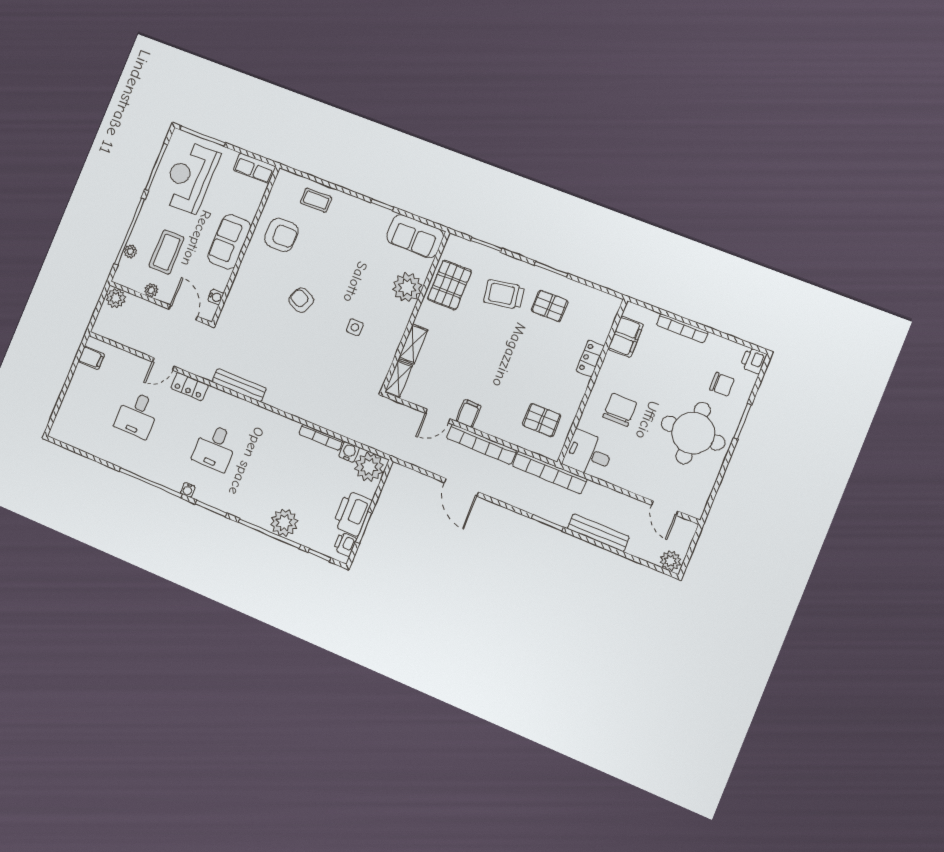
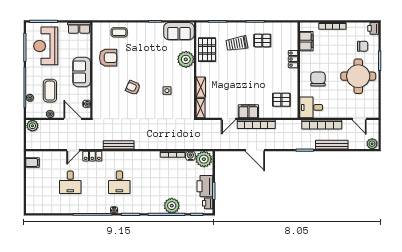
filing cabinet: (469, 413) -> (248, 111), width x2.00
bookcase: (549, 472) -> (322, 125), moved

